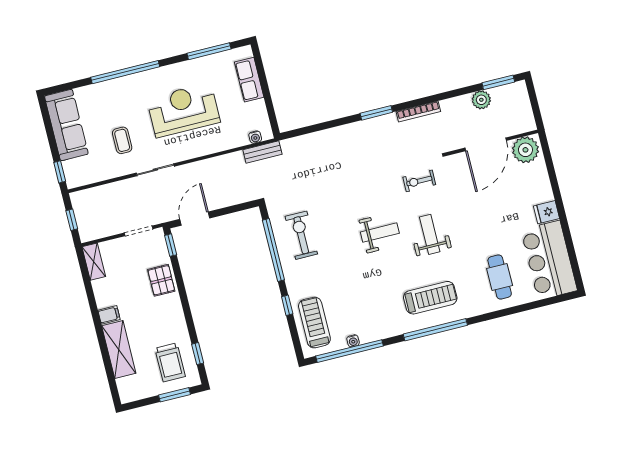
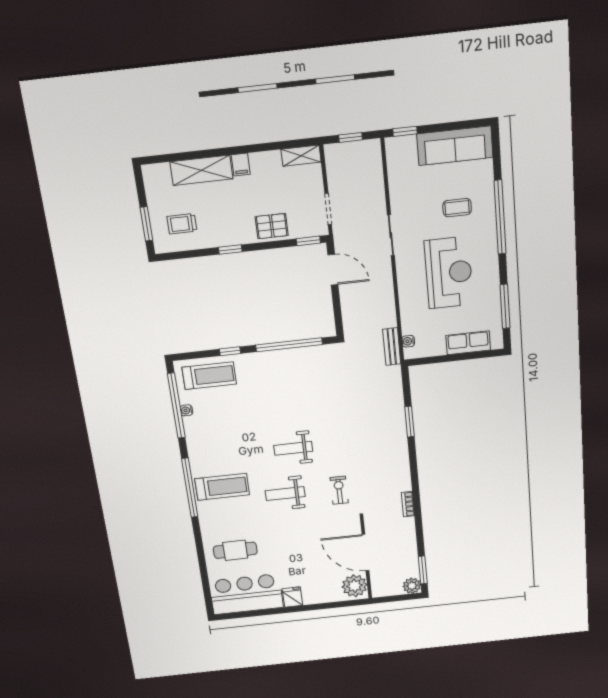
plant: (481, 100) -> (412, 586), moved
bookcase: (418, 112) -> (408, 504), width x0.64
window: (376, 113) -> (410, 422), moved
coffee table: (122, 140) -> (457, 208), moved
weight bench: (380, 233) -> (293, 448), turned 90
weight bench: (430, 234) -> (285, 494), turned 180
exercise bike: (301, 235) -> (301, 374), removed
treadmill: (430, 298) -> (222, 487), turned -90
window: (198, 354) -> (230, 250), moved
trolley: (170, 362) -> (182, 224), width x0.73, depth x0.72

